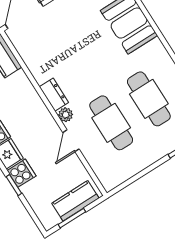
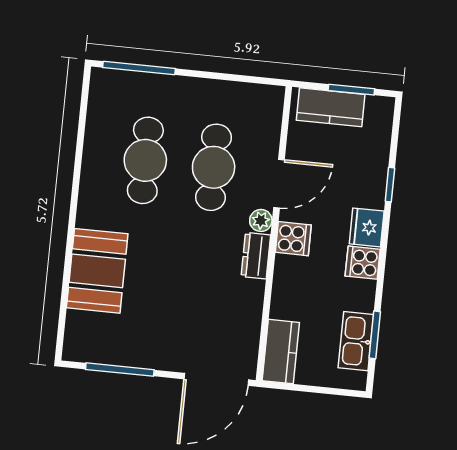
door: (71, 141) -> (279, 184), width x1.38
cooker: (22, 173) -> (293, 239), moved, turned 180

